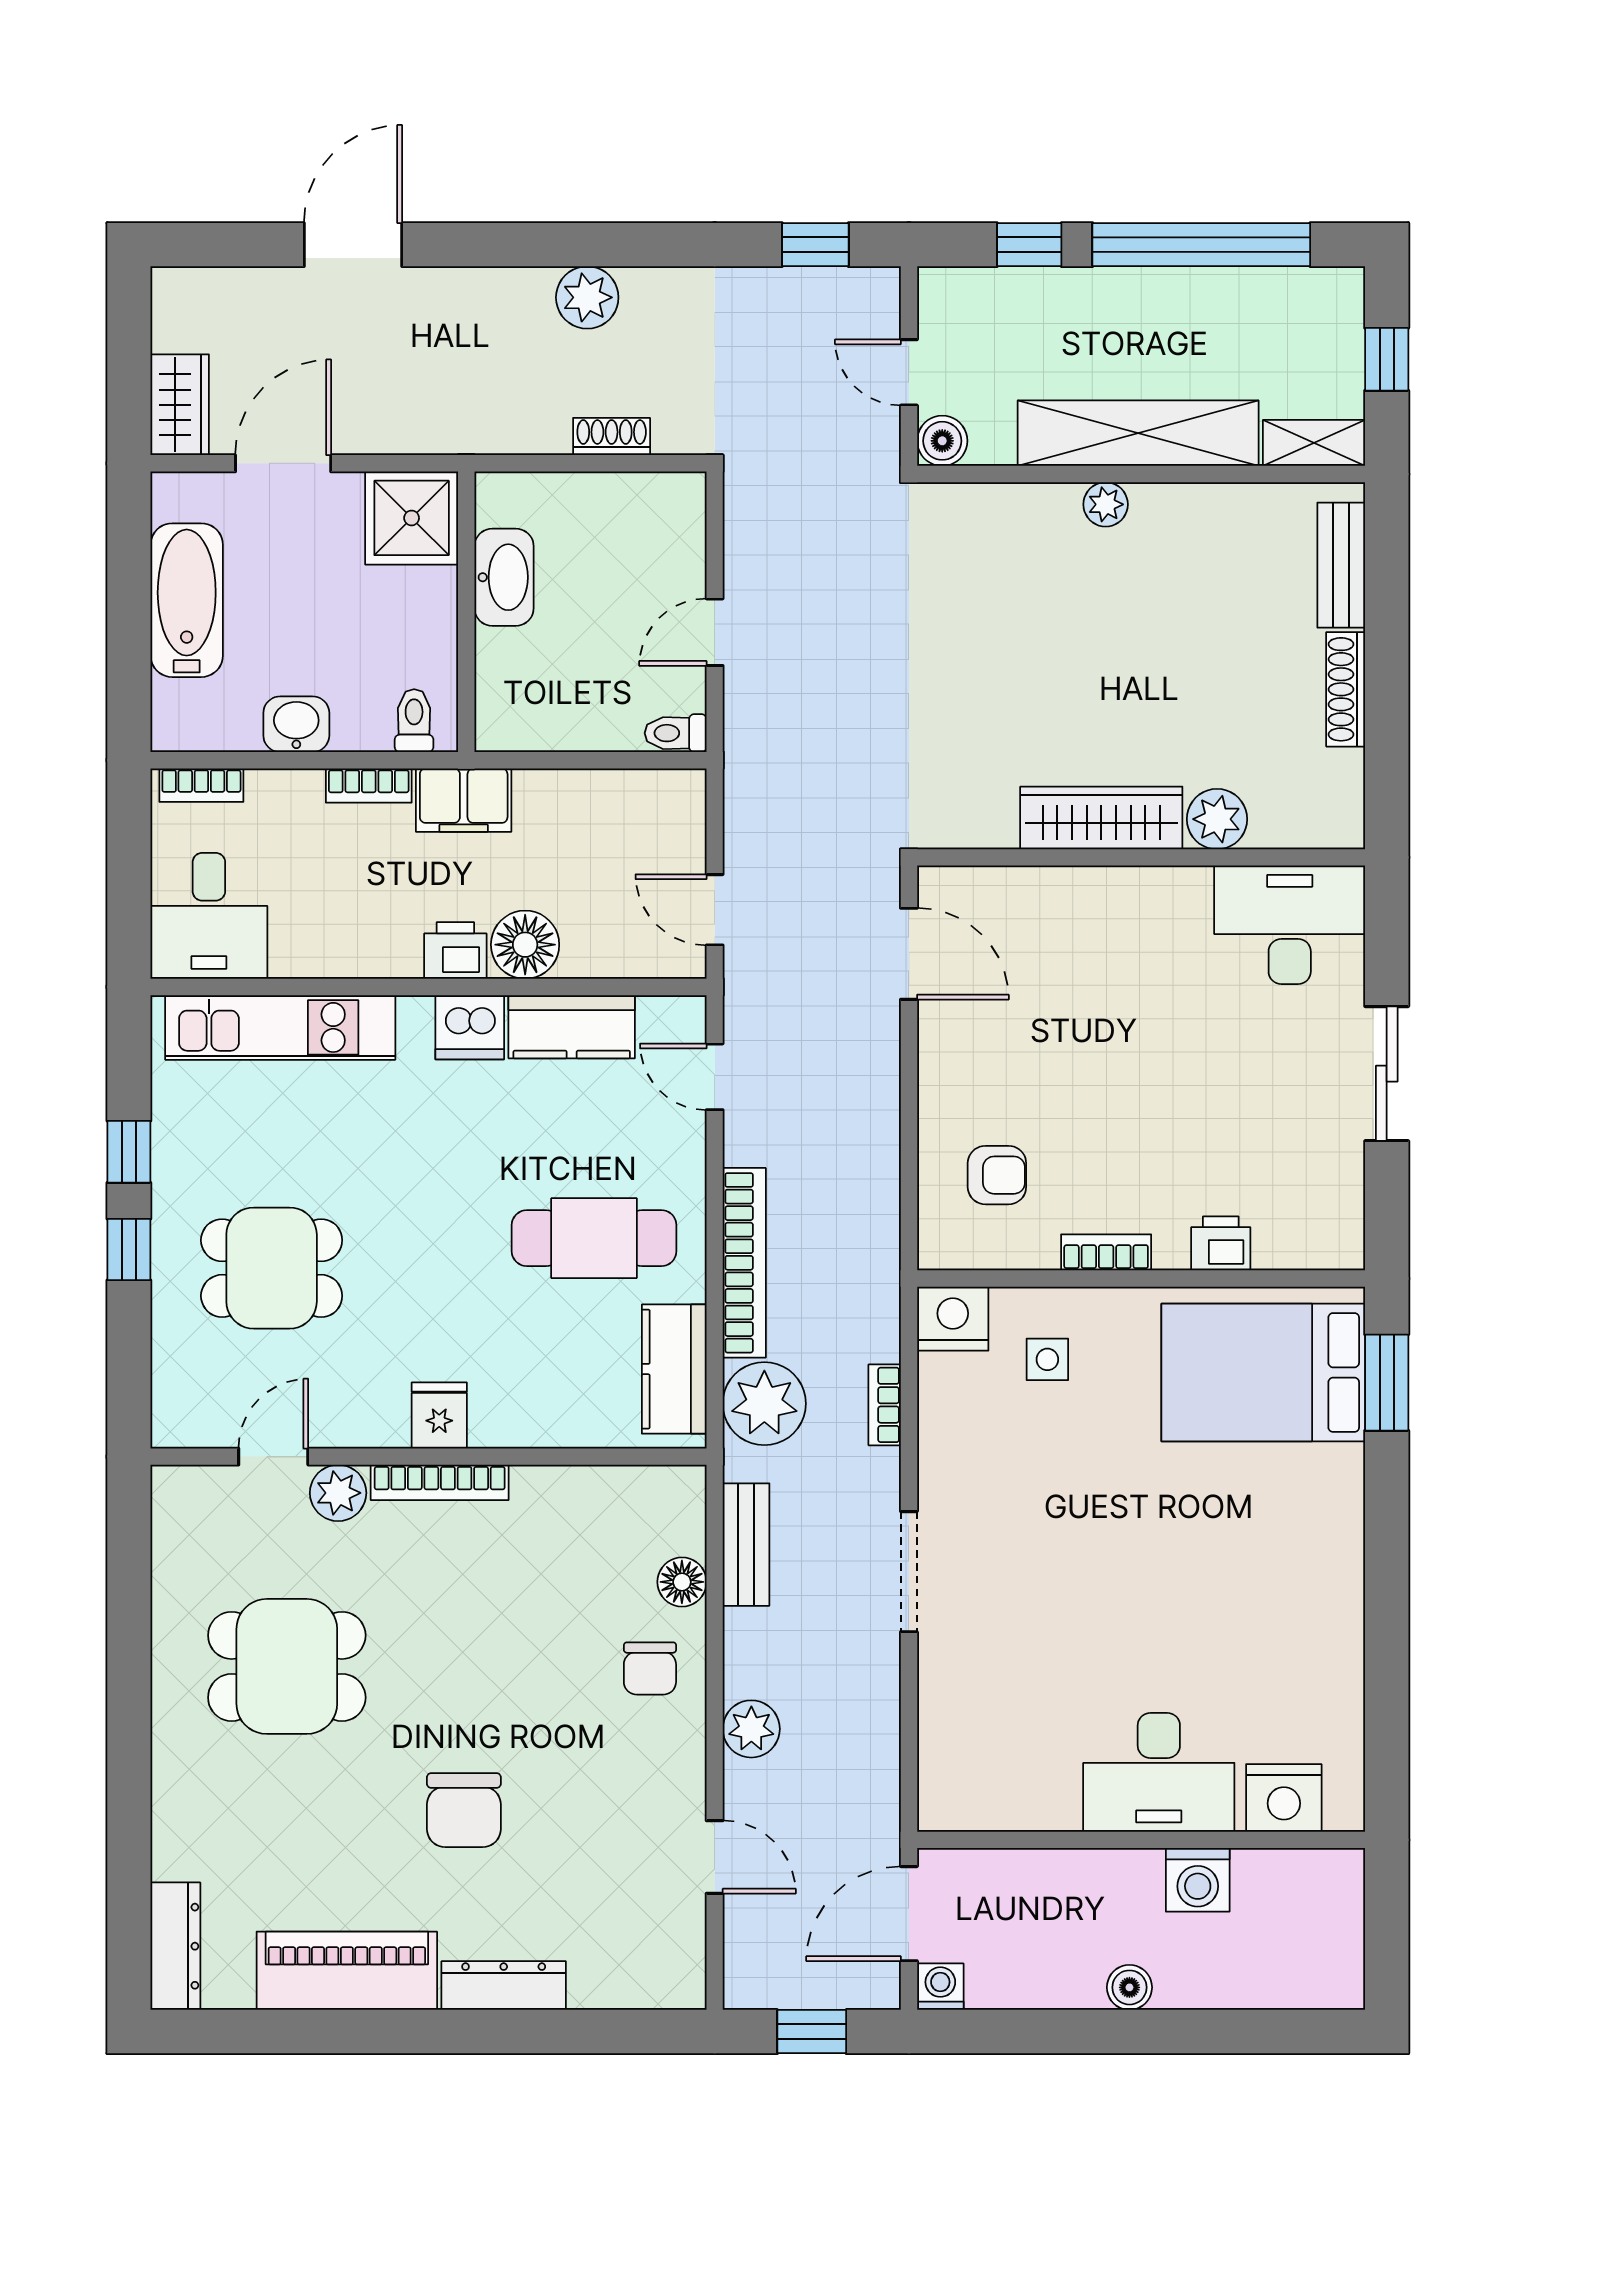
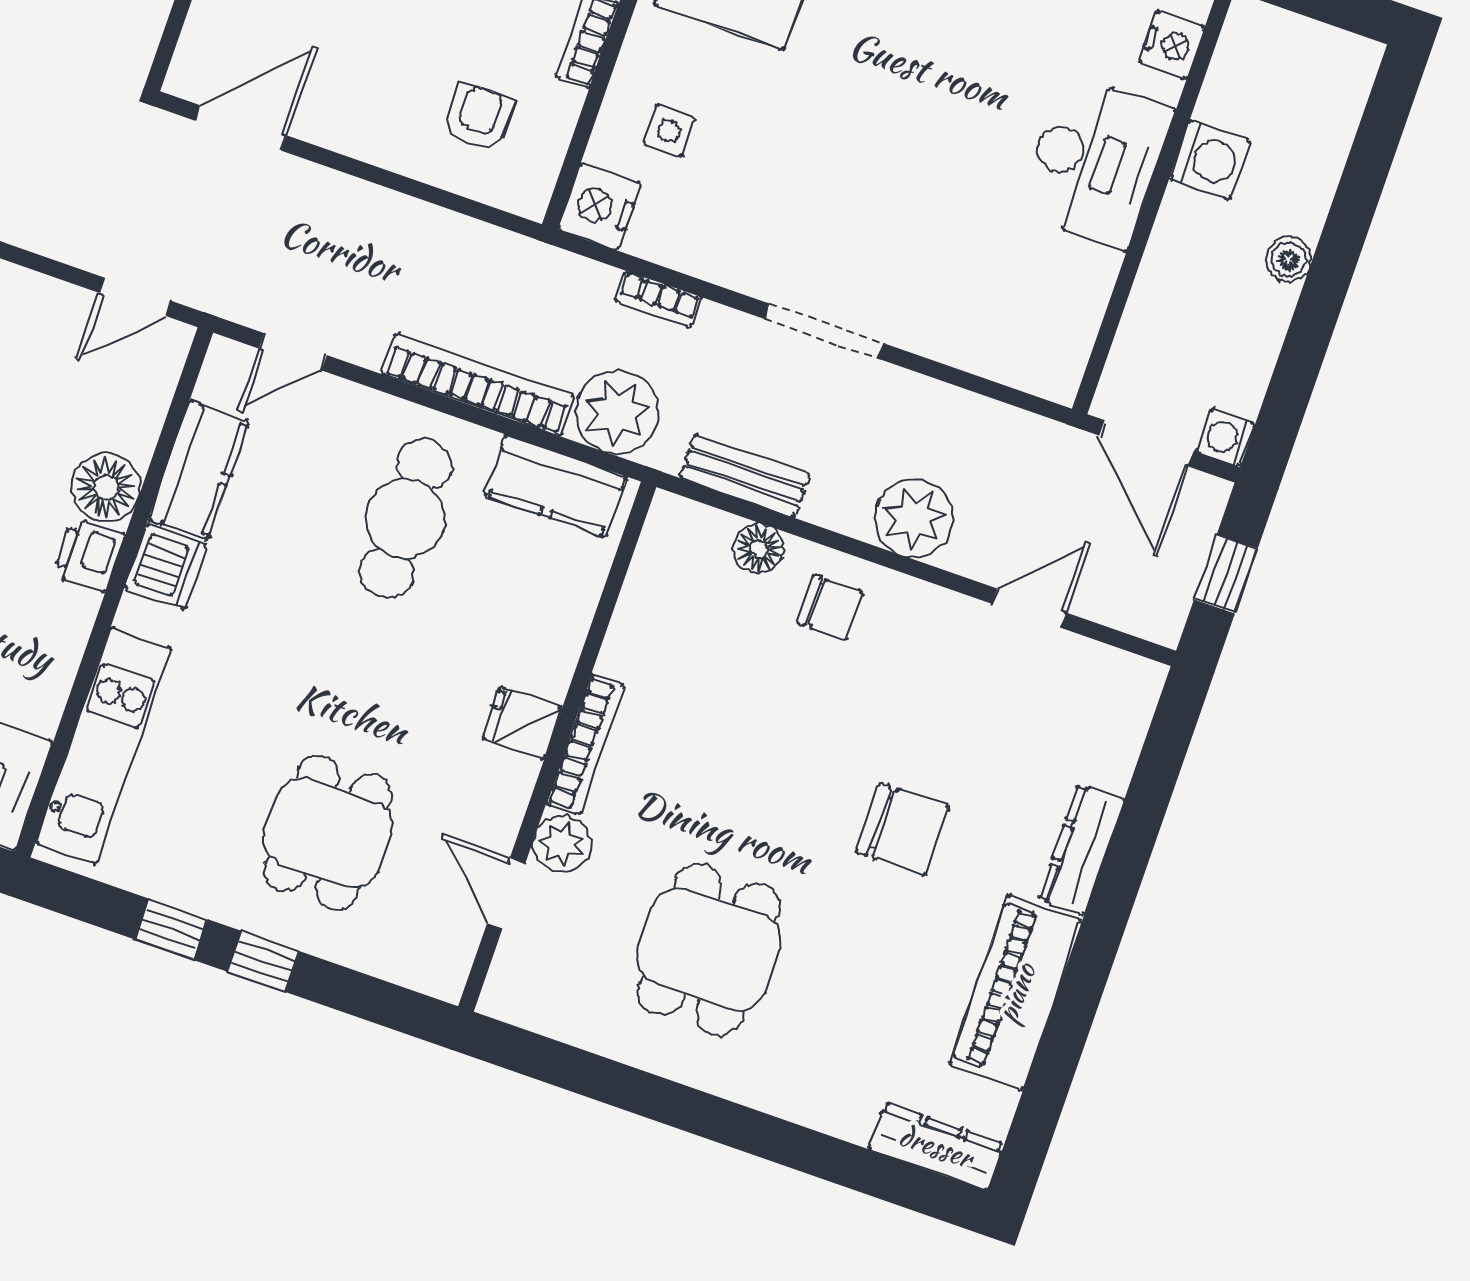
plant: (751, 1729) -> (914, 518), width x1.36, depth x1.36
nightstand: (1284, 1798) -> (1172, 45), width x0.74, depth x0.75

